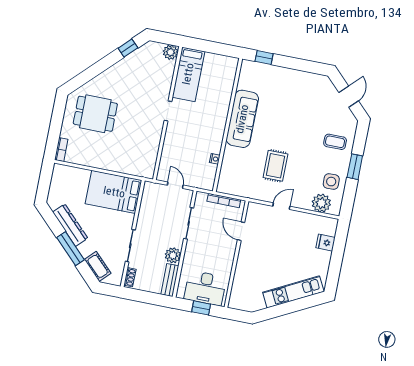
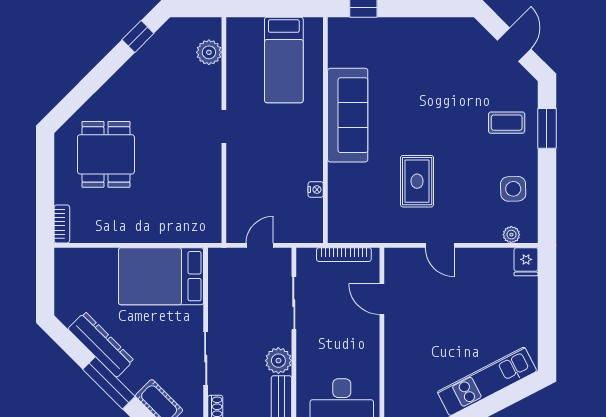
plant: (171, 52) -> (209, 52), moved
bed: (188, 74) -> (284, 60), moved
dining table: (95, 114) -> (106, 154), turned 90
window: (355, 167) -> (547, 128), moved
door: (175, 185) -> (260, 245), hinge flipped
plant: (321, 203) -> (511, 235), width x0.53, depth x0.53
door: (281, 206) -> (440, 245), swing flipped
fridge: (326, 243) -> (526, 262), moved, turned -90

